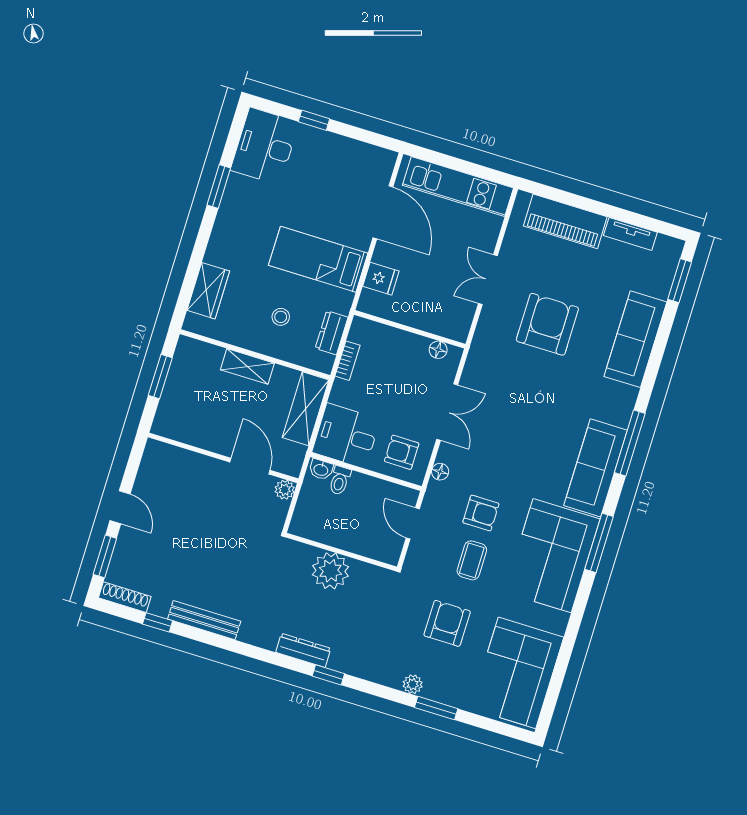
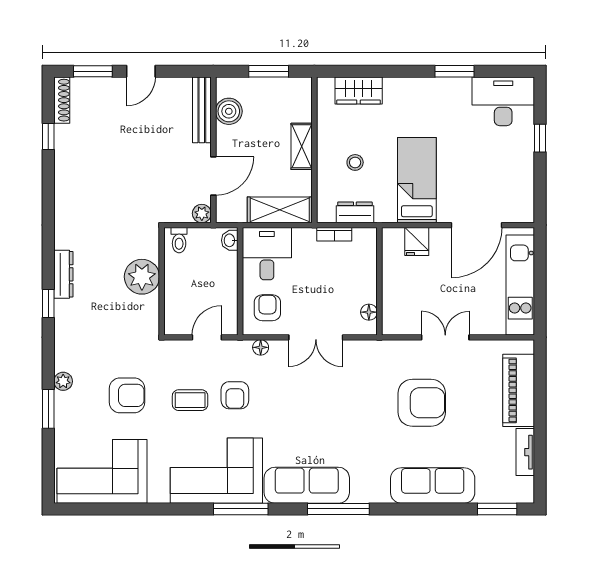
boiler: (189, 430) -> (229, 111), added
toilet: (340, 480) -> (179, 240), moved, turned -90
bench: (204, 620) -> (202, 110), moved

